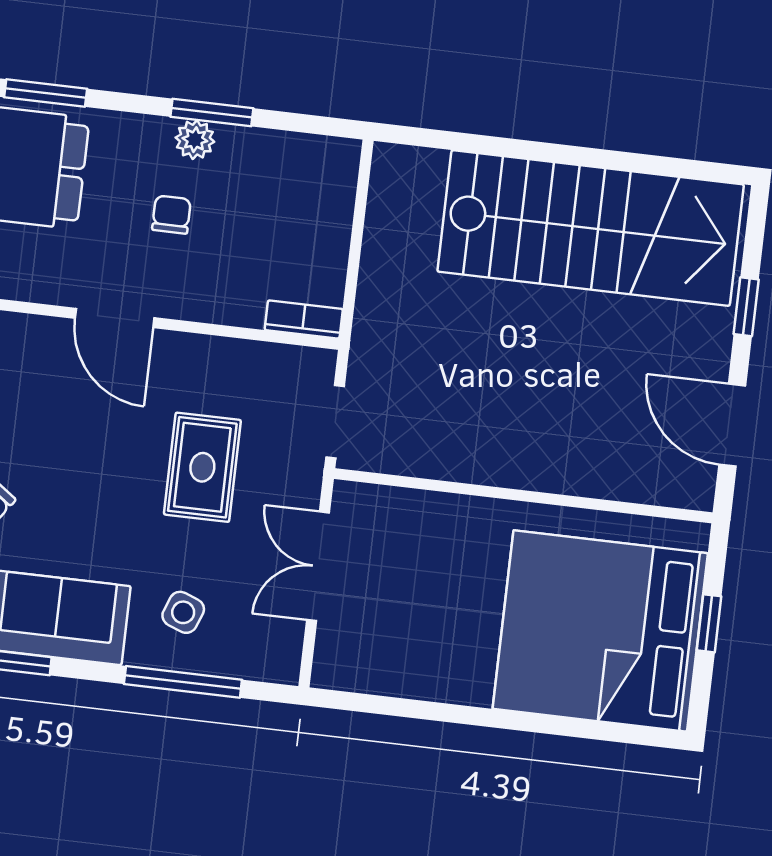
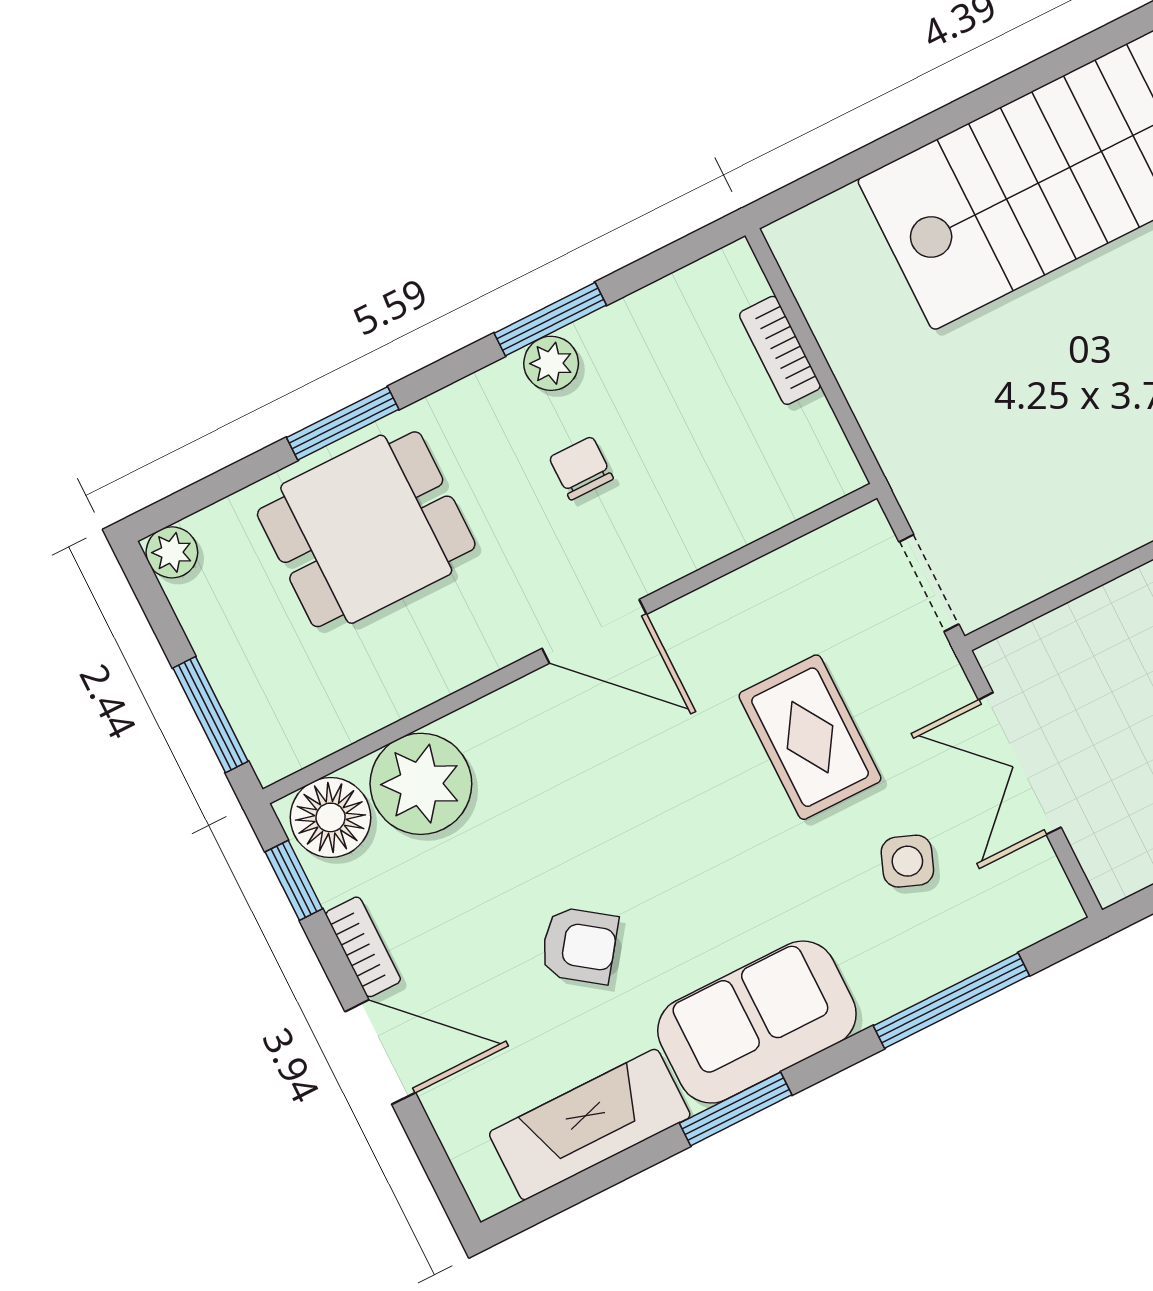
bookcase: (304, 319) -> (780, 350), moved, turned -90
side table: (183, 612) -> (907, 861), moved

